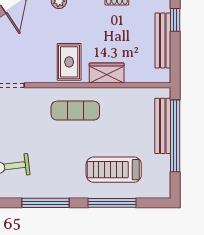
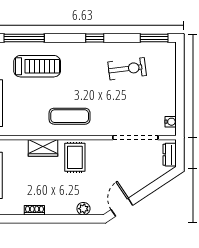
window: (46, 203) -> (95, 38), width x0.46
window: (112, 203) -> (24, 38), moved

